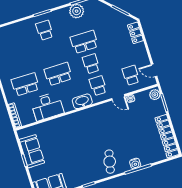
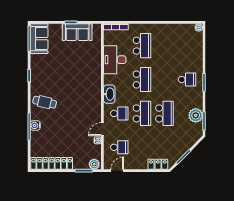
school desk: (91, 64) -> (142, 113), width x1.85

